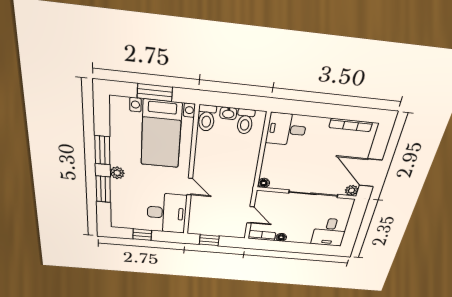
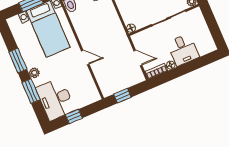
desk: (167, 213) -> (55, 99), moved, turned 180
desk: (329, 232) -> (183, 50), moved

